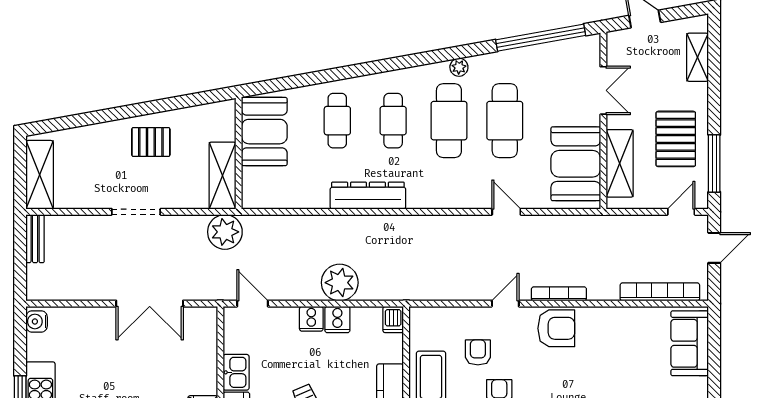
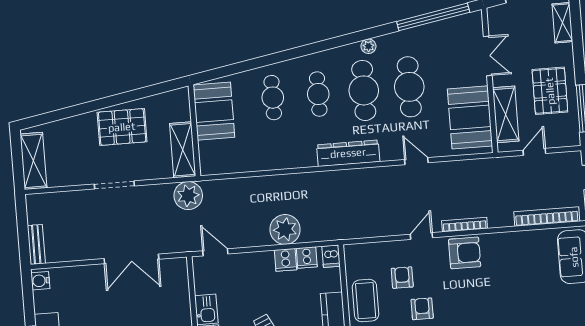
pallet: (151, 142) -> (122, 127), width x1.50, depth x1.42
dresser: (368, 196) -> (348, 153), moved
door: (681, 212) -> (534, 152), moved
bench: (35, 239) -> (36, 244), moved
cooker: (311, 319) -> (307, 258), moved

